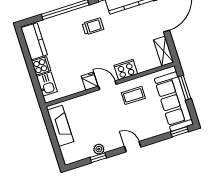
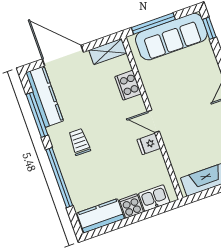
cooker: (126, 70) -> (128, 85), moved
door: (107, 85) -> (153, 121), hinge flipped
window: (185, 88) -> (153, 23), width x1.44
coffee table: (133, 95) -> (165, 88), removed

